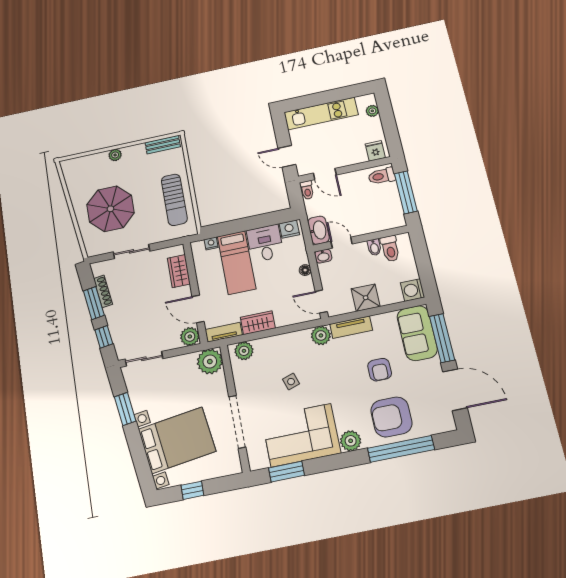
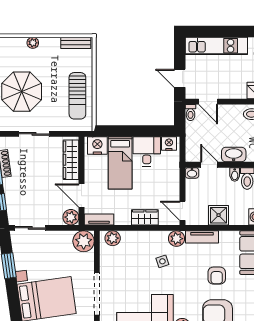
washbasin: (318, 230) -> (234, 155), moved, turned -90
nightstand: (211, 243) -> (97, 145), width x1.89, depth x1.79
floor lamp: (305, 270) -> (175, 182), removed
wardrobe: (179, 271) -> (71, 160), width x1.50
wardrobe: (258, 323) -> (145, 217), moved
side table: (291, 382) -> (162, 261), moved

